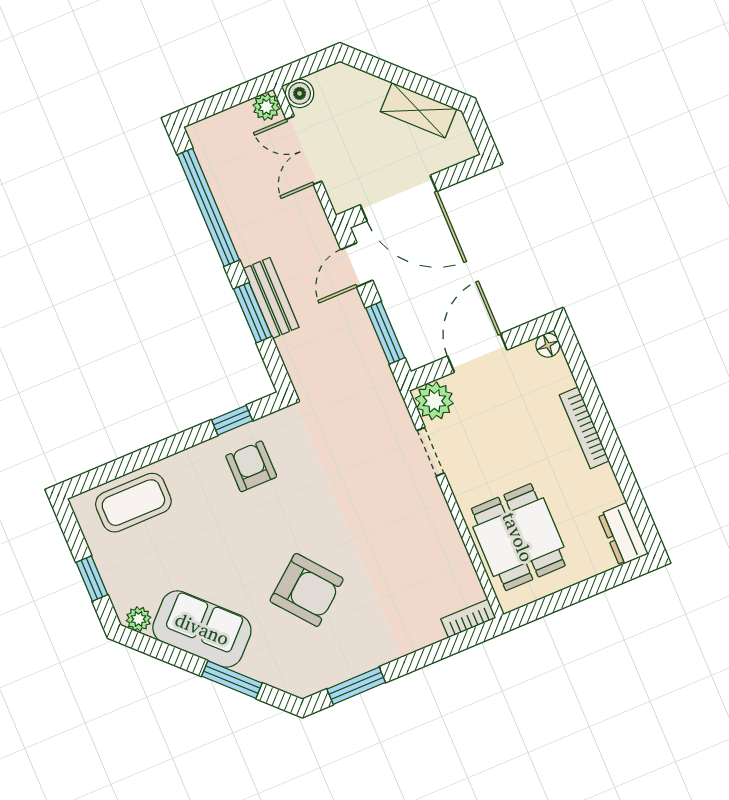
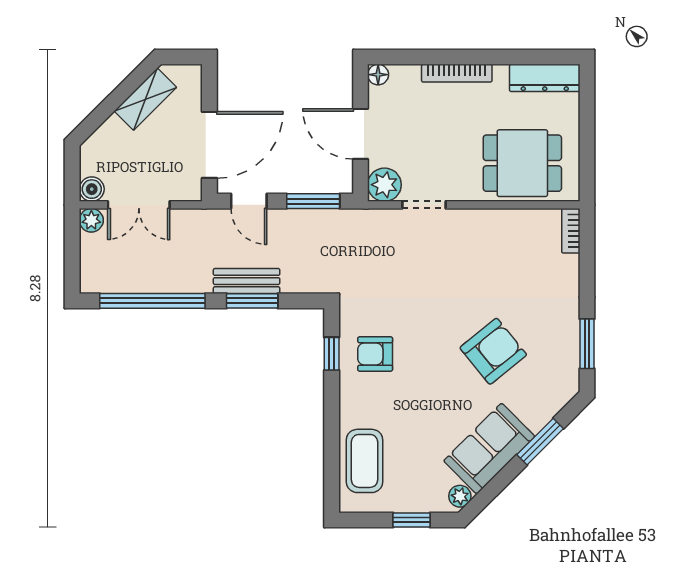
dresser: (623, 534) -> (545, 78), width x1.44

